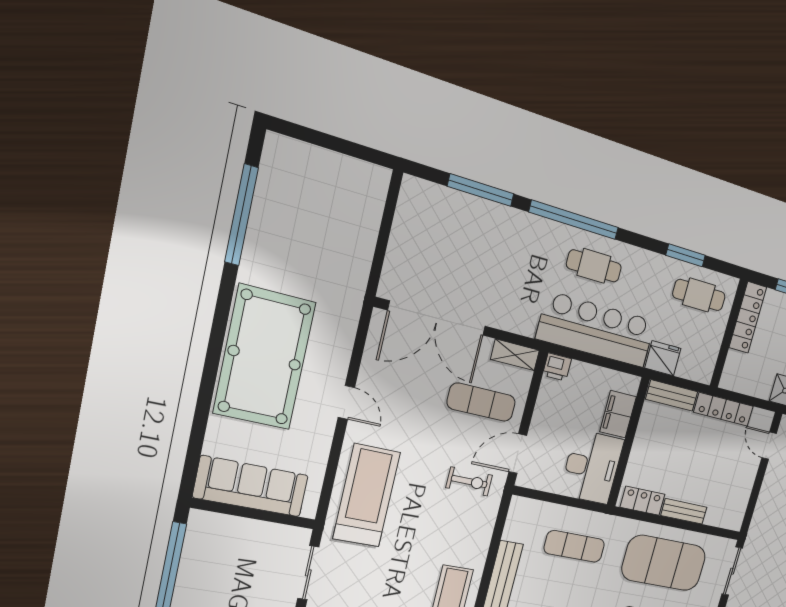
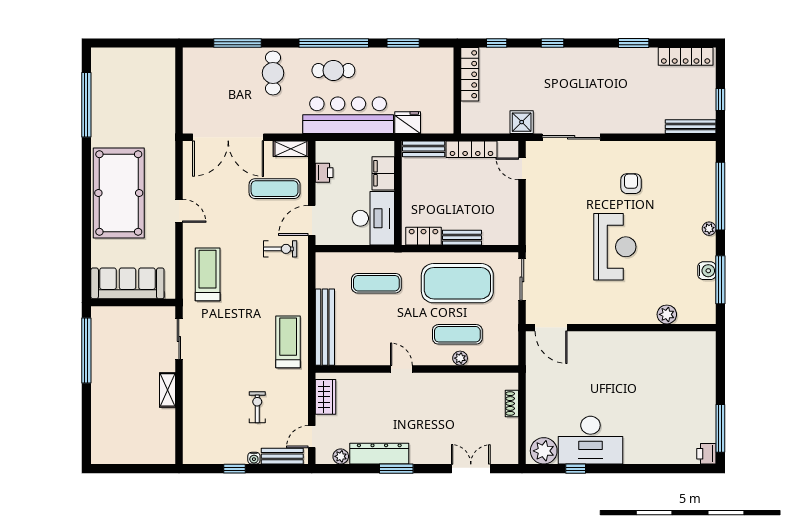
window: (574, 220) -> (334, 43), moved
cafe table: (699, 295) -> (273, 73), moved, turned 90
printer: (557, 367) -> (324, 173), moved, turned -90
treadmill: (367, 496) -> (208, 274), width x0.73, depth x0.73

